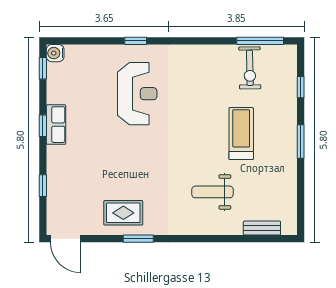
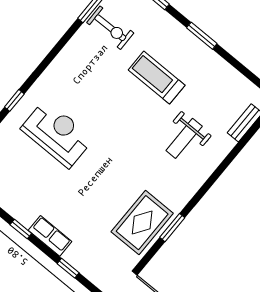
row of seats: (56, 125) -> (50, 236), moved
rug: (123, 213) -> (142, 223), width x1.36, depth x1.43

